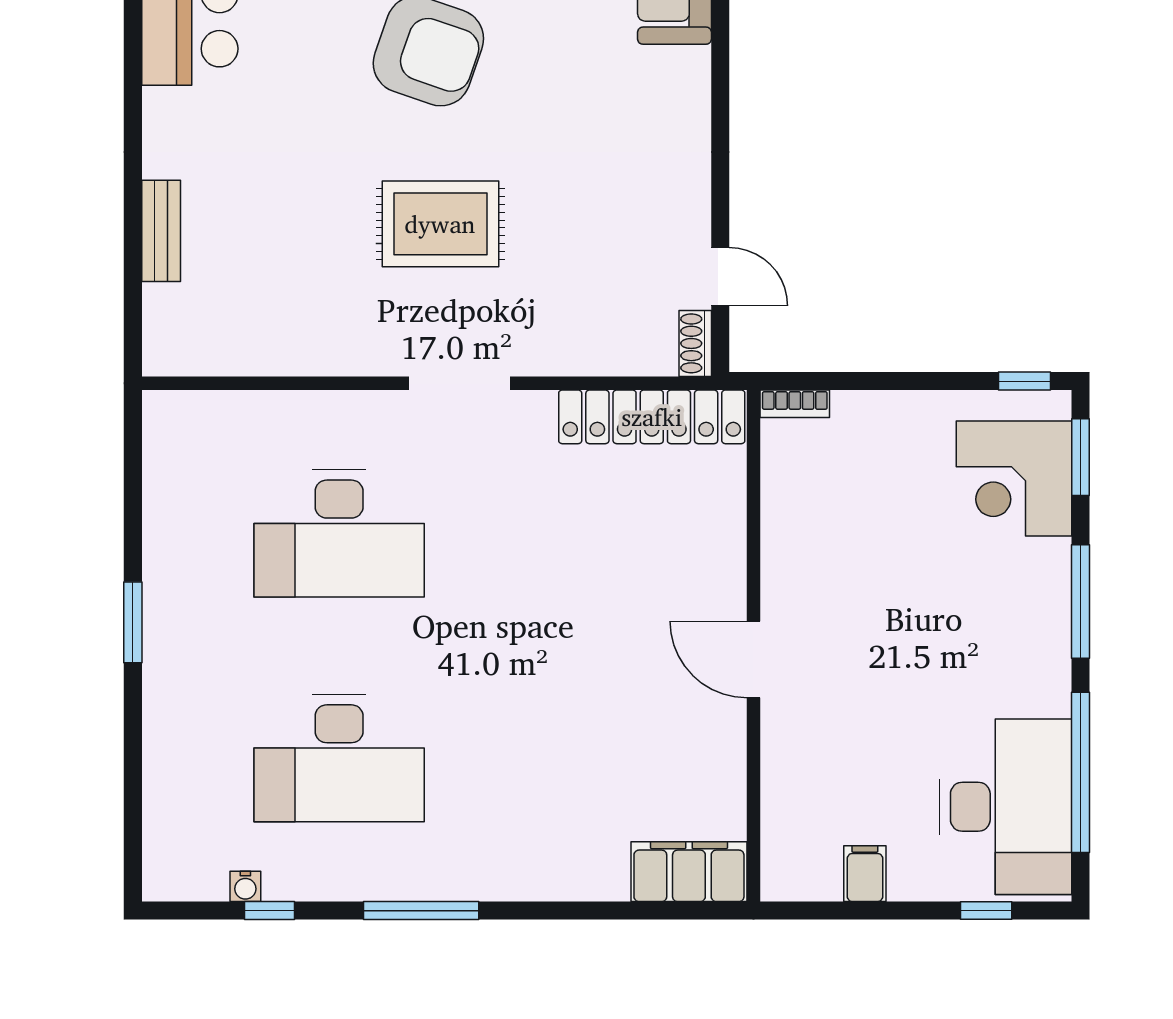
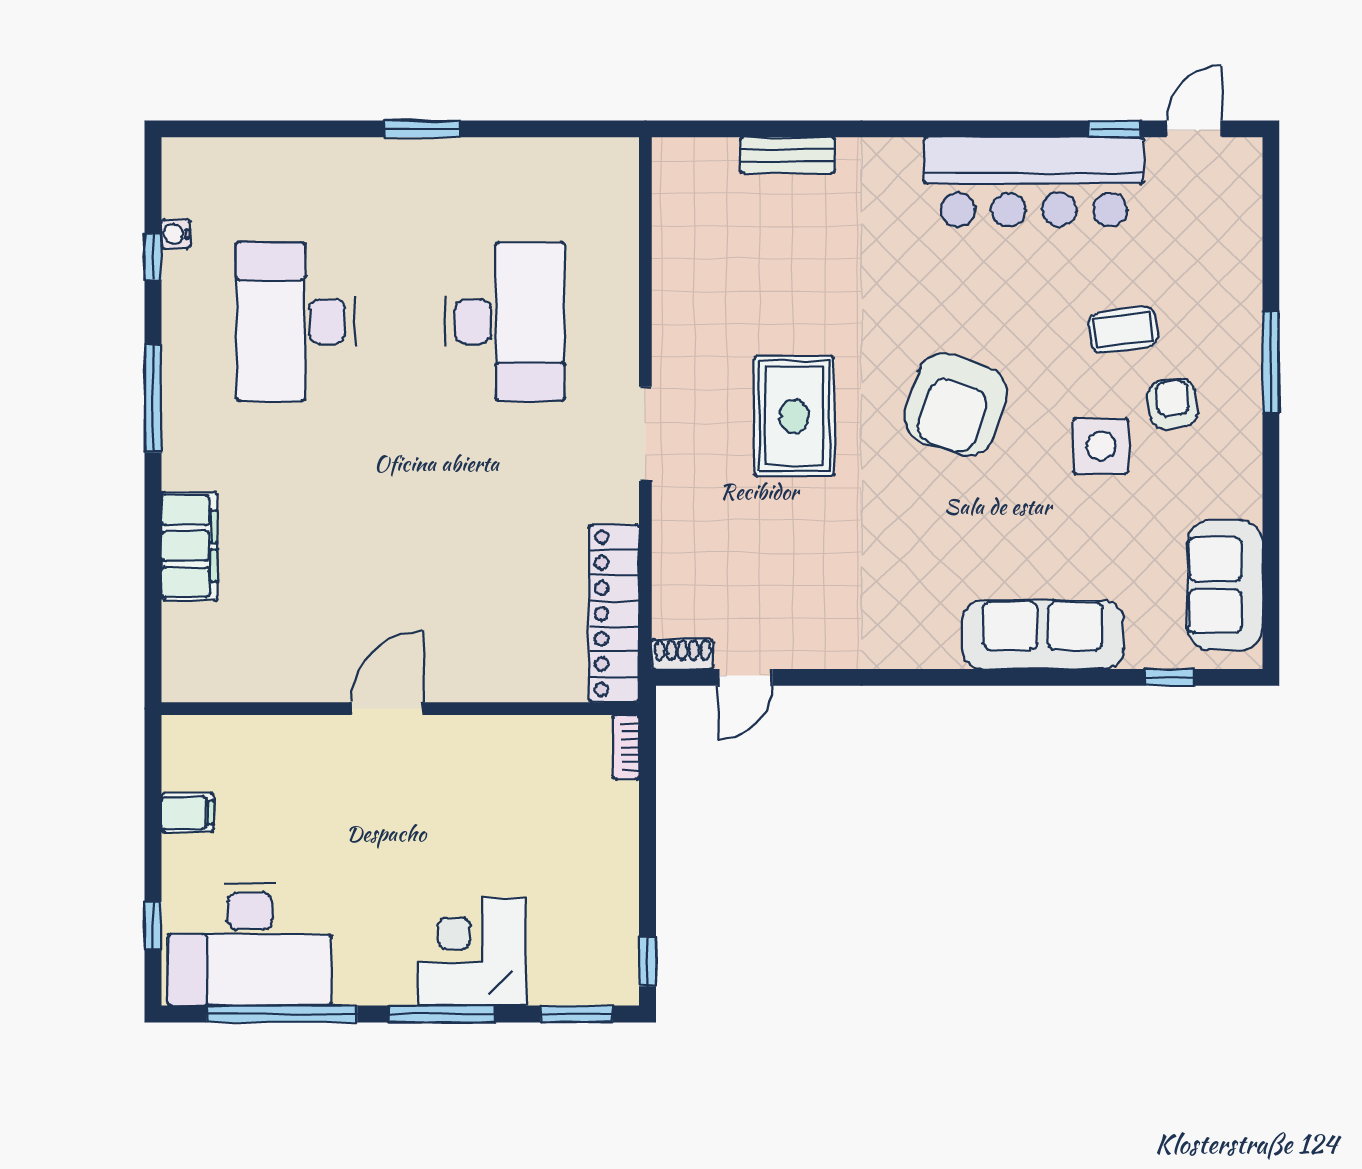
corner desk: (1014, 479) -> (472, 952), moved
desk: (339, 533) -> (505, 321), turned 180
filing cabinet: (689, 872) -> (189, 546), moved

